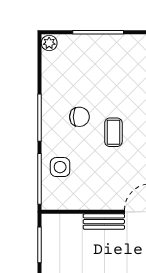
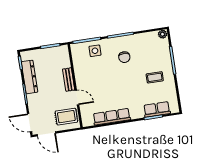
coffee table: (113, 132) -> (155, 77), moved

